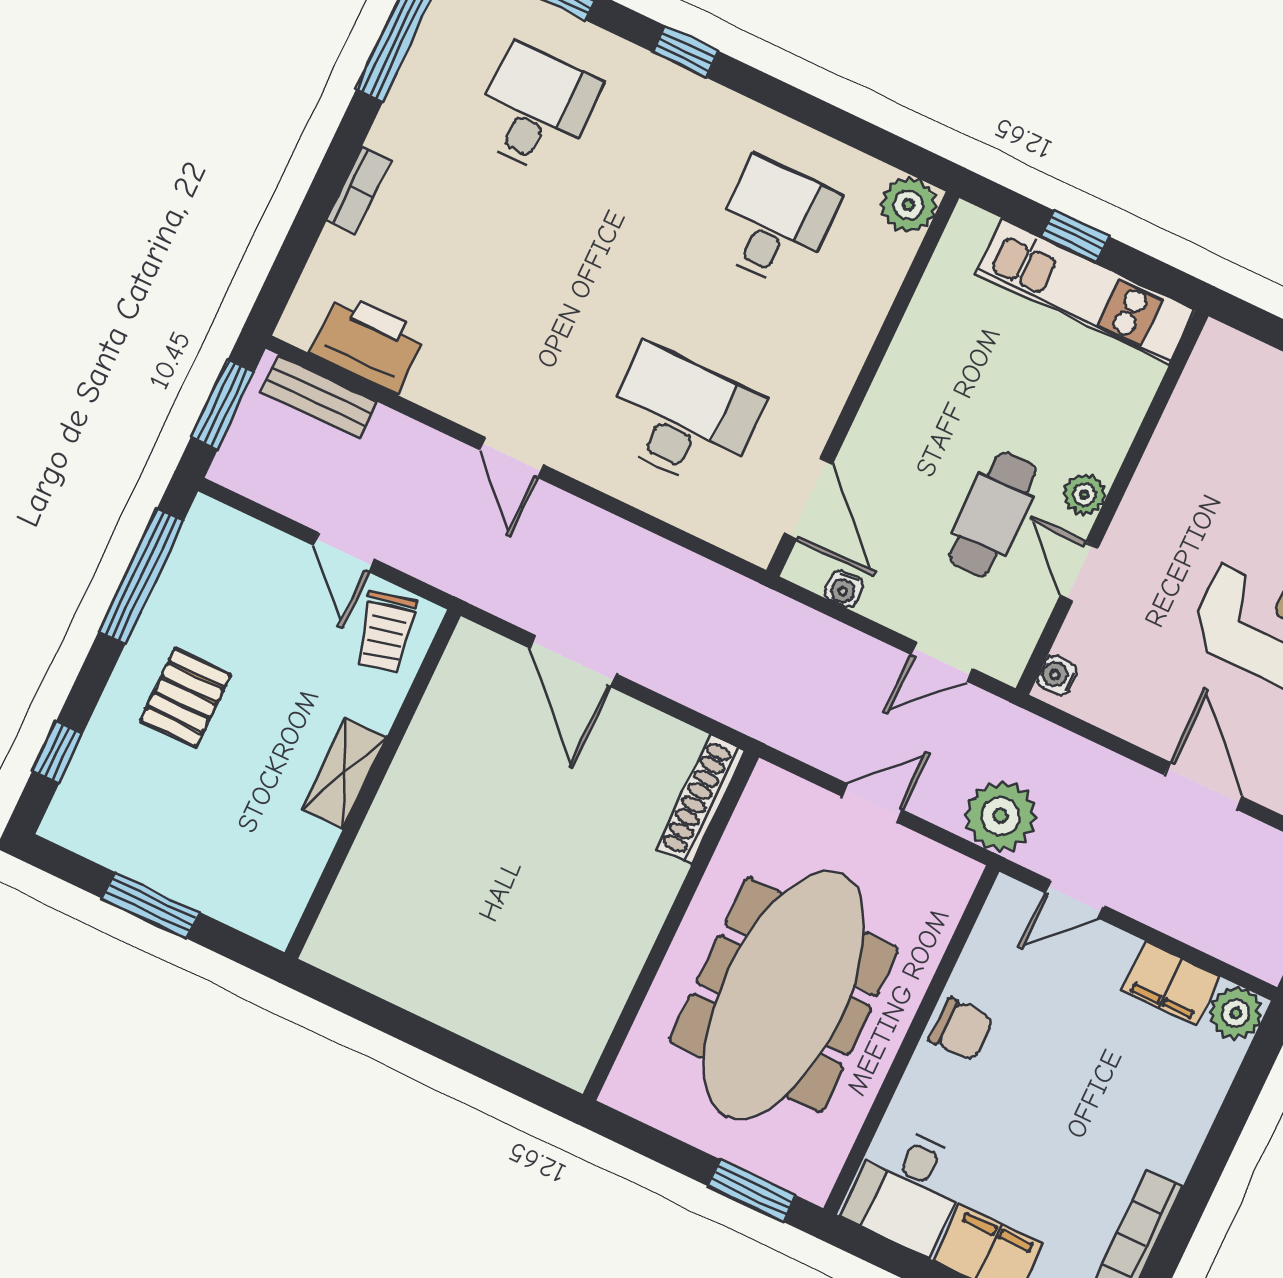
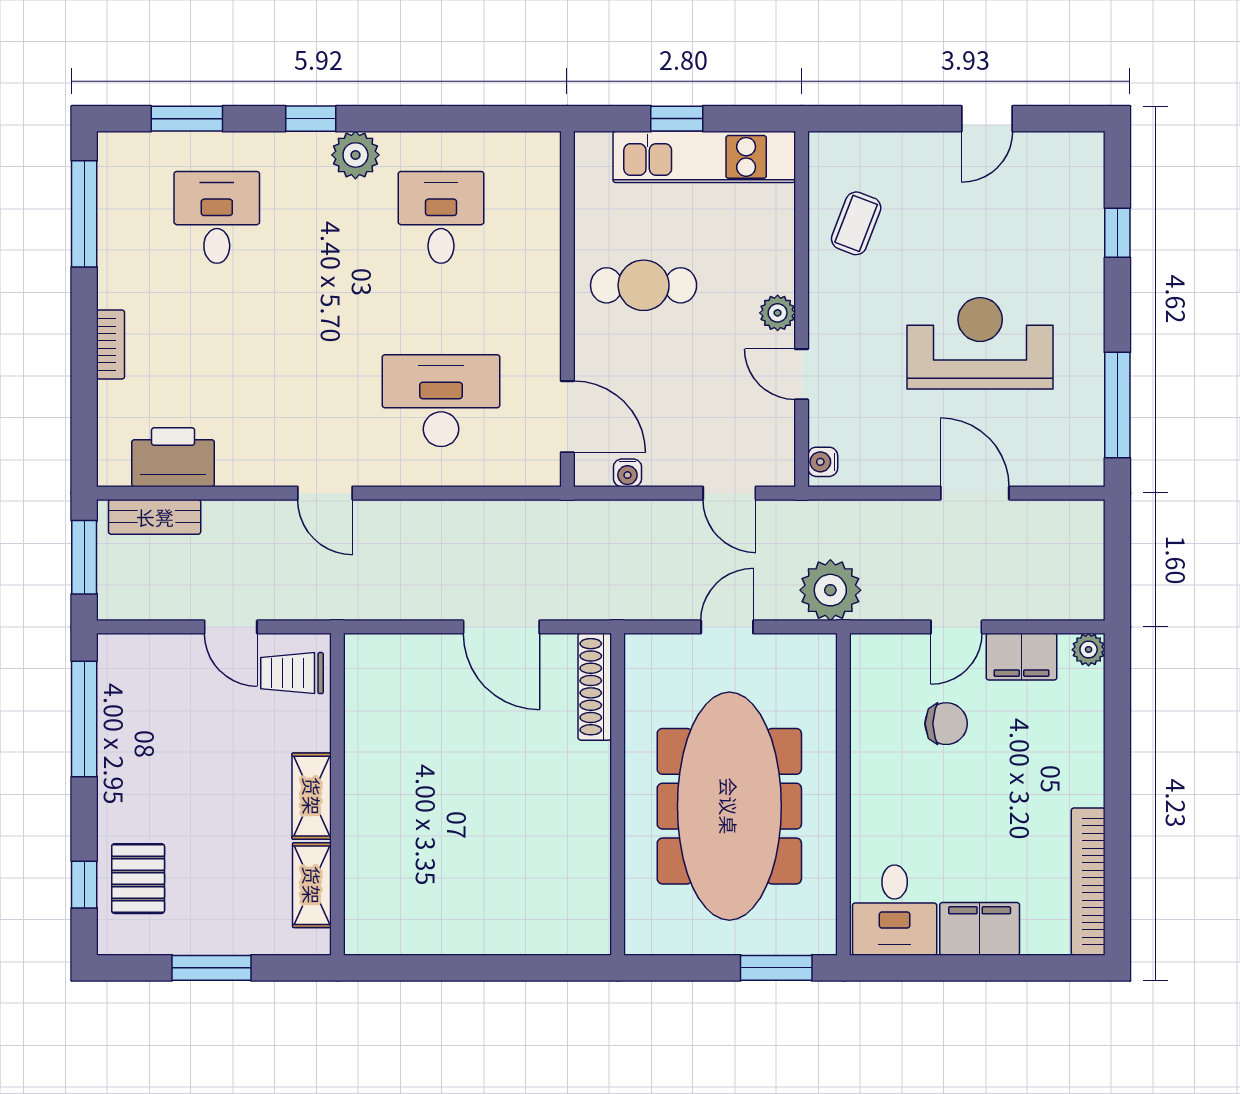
plant: (909, 205) -> (355, 155), moved
coffee table: (1213, 439) -> (856, 223), added
cafe table: (992, 514) -> (644, 285), moved, turned 90
trolley: (386, 632) -> (292, 673), turned 103
door: (573, 661) -> (501, 627), moved
door: (942, 662) -> (729, 493), hinge flipped
pallet: (185, 697) -> (138, 879), moved
shelving: (300, 868) -> (312, 885), added
door: (1074, 899) -> (956, 627), moved
plant: (1236, 1013) -> (1089, 650), width x0.73, depth x0.73
chair: (961, 1029) -> (946, 724), moved

